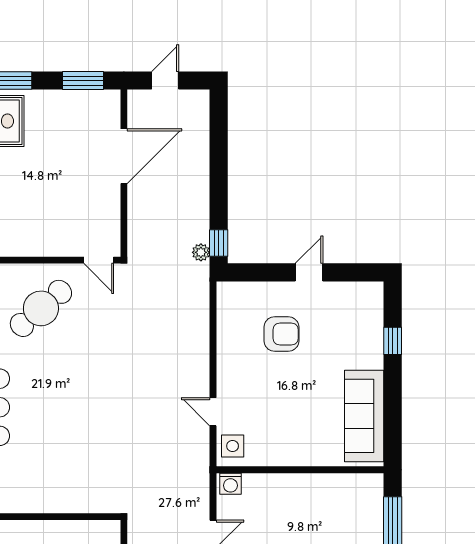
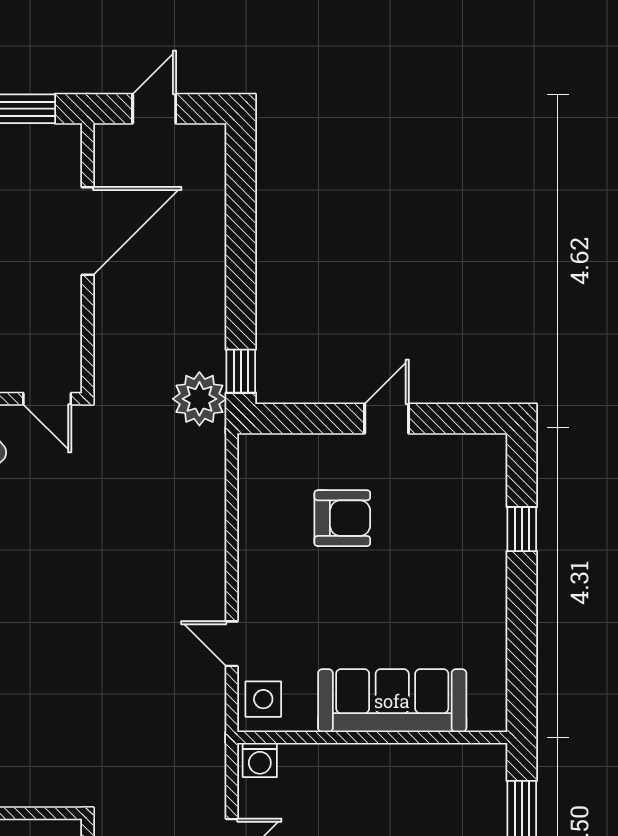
plant: (201, 252) -> (199, 399), width x1.88, depth x1.88
sofa: (364, 416) -> (392, 701), moved, turned 90

